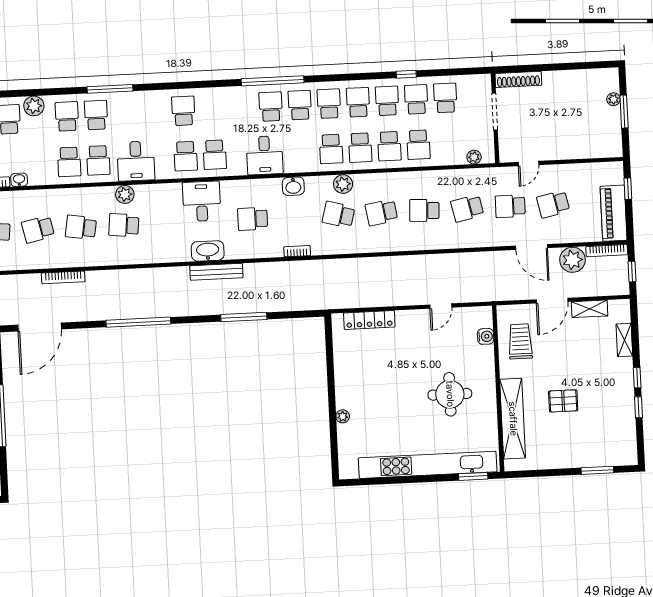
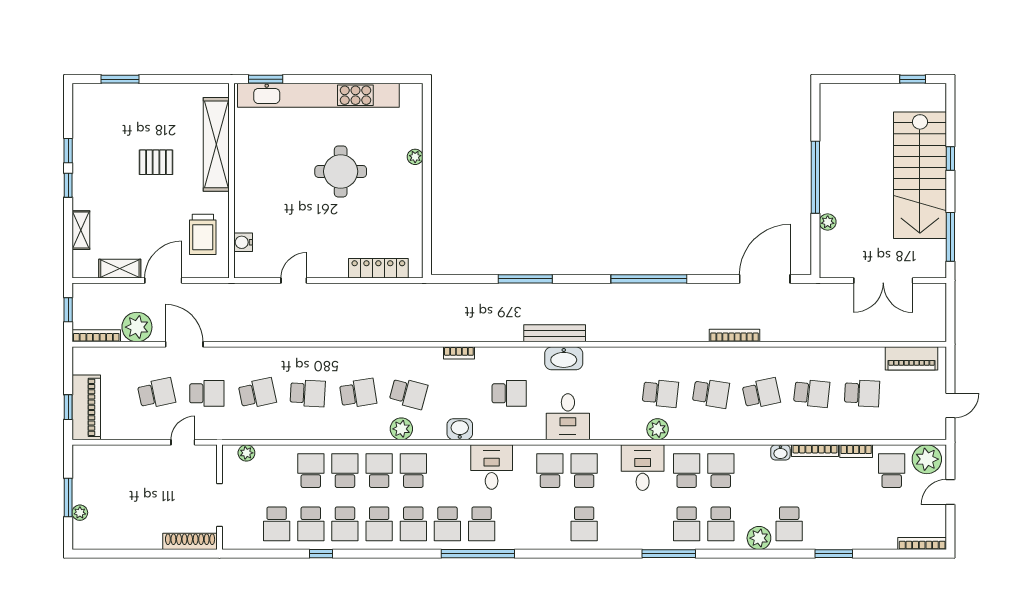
piano: (614, 213) -> (86, 407), moved
round table: (450, 394) -> (341, 171), moved

